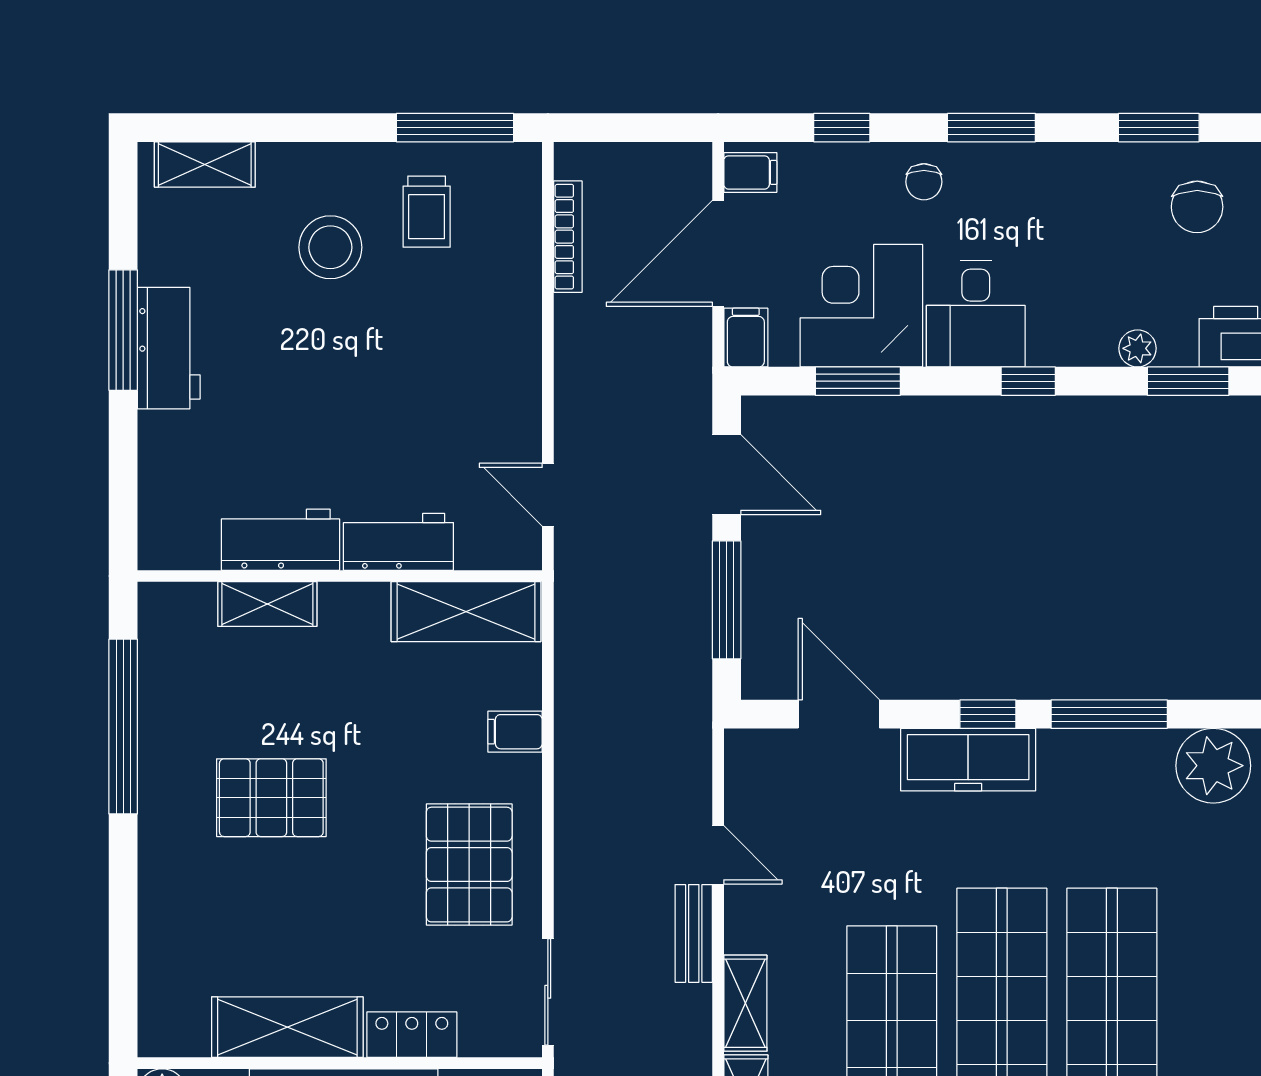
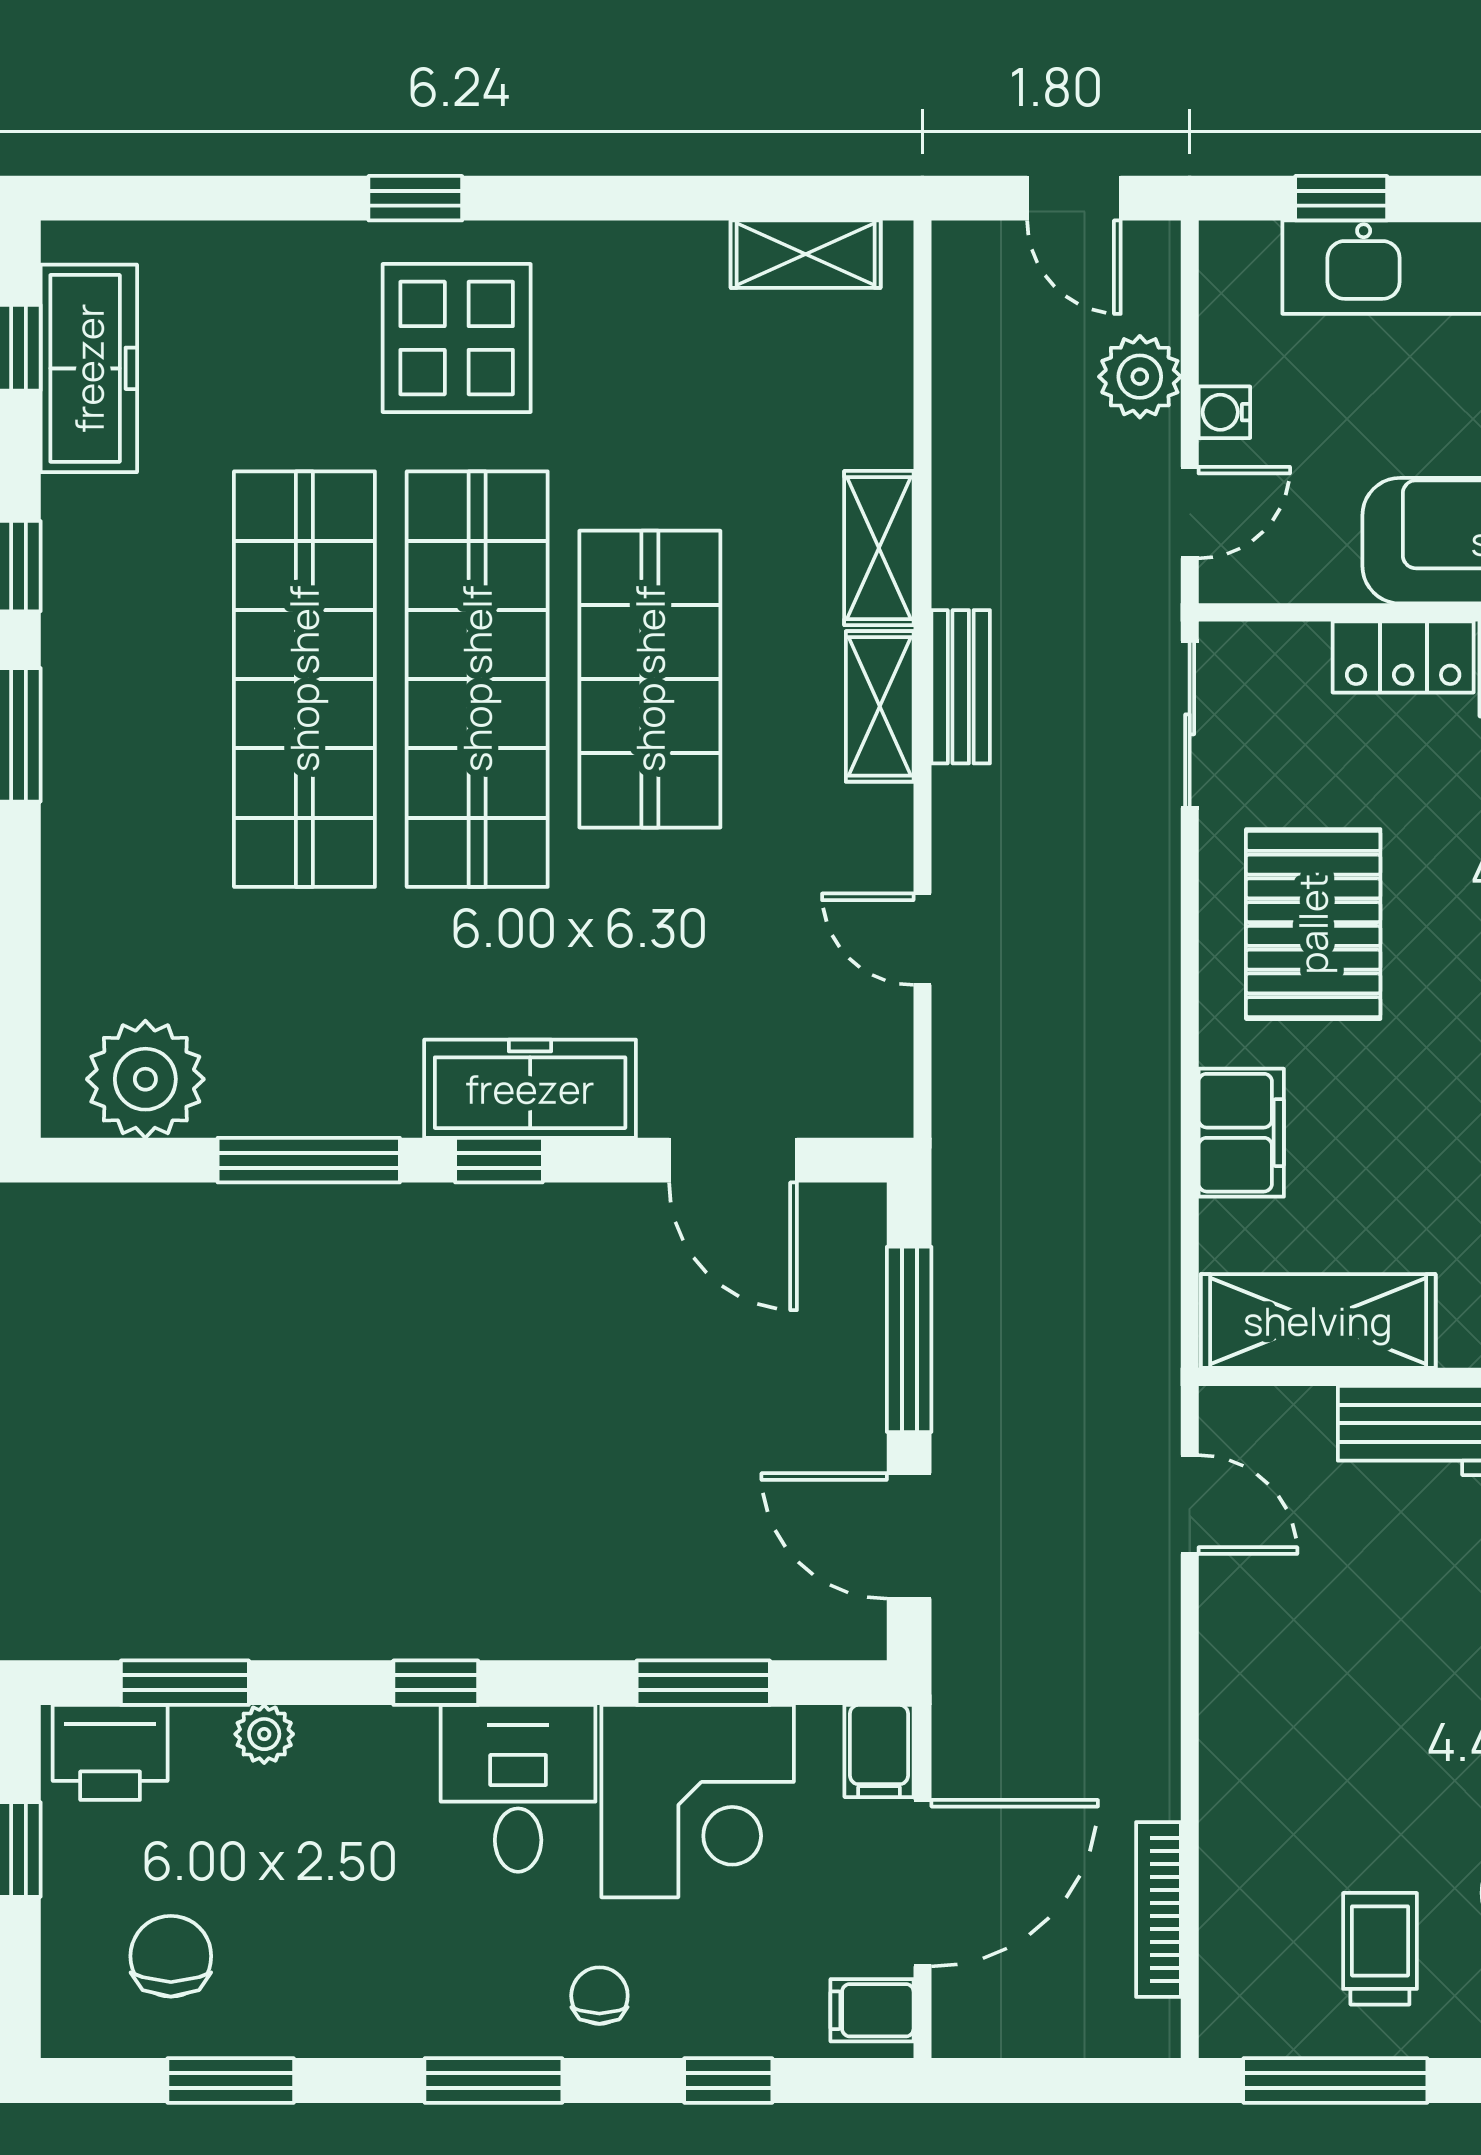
filing cabinet: (515, 732) -> (1241, 1133), width x2.00
bench: (694, 933) -> (961, 687), moved

